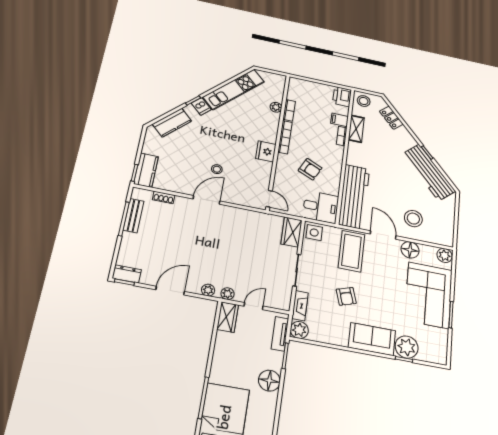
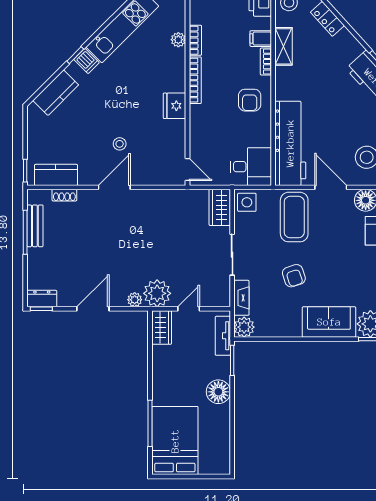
armchair: (310, 169) -> (250, 100), moved, turned 65
kitchen counter: (146, 170) -> (56, 175), moved, turned -90
plant: (228, 294) -> (157, 293), width x1.88, depth x1.88

